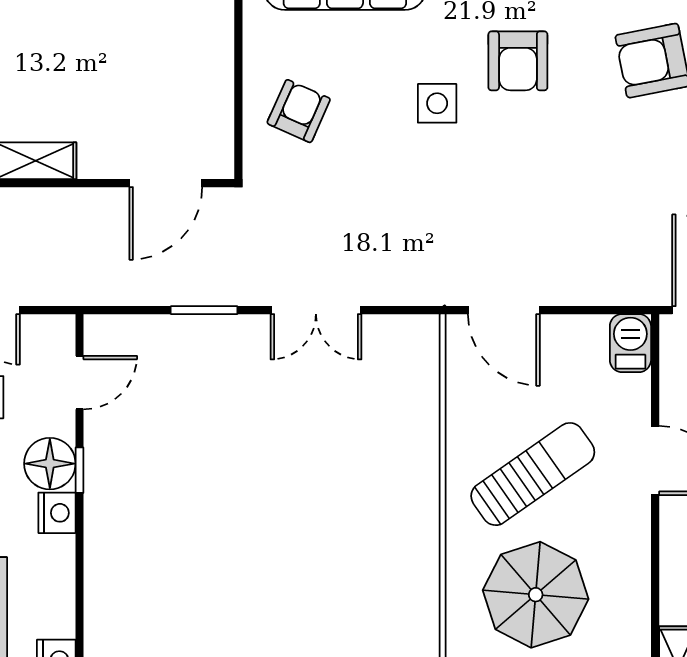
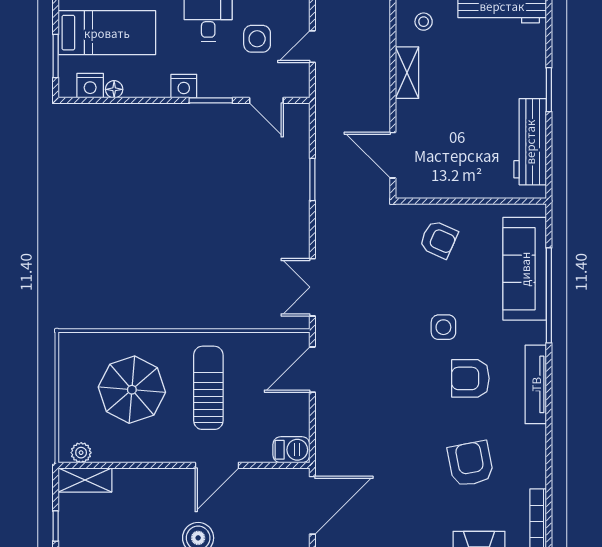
double door: (316, 310) -> (312, 287), moved
floor lamp: (50, 464) -> (114, 89), moved, width x0.53, depth x0.53
window: (80, 470) -> (211, 100), width x1.50
sun lounger: (533, 474) -> (208, 388), turned -145

